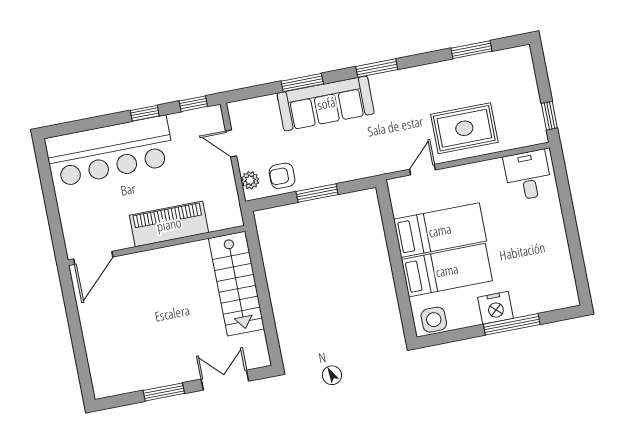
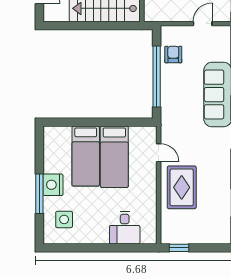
desk: (528, 175) -> (125, 228), moved, turned 90
plant: (250, 180) -> (175, 32), removed
window: (317, 193) -> (157, 76), width x2.11
side table: (434, 320) -> (64, 219), moved

